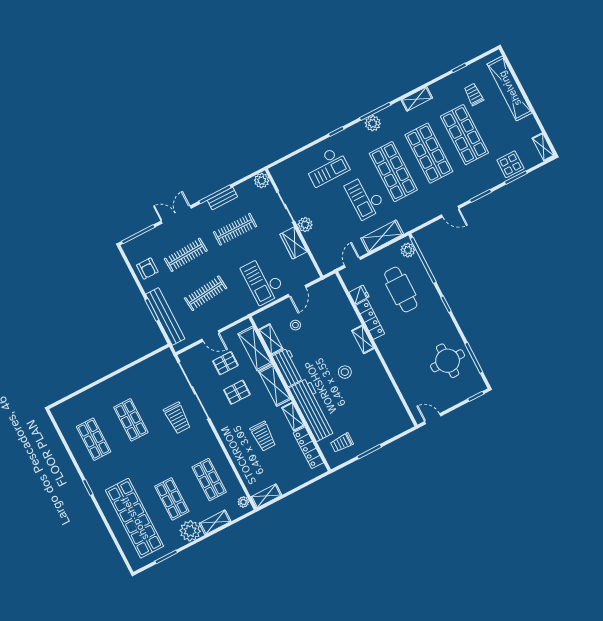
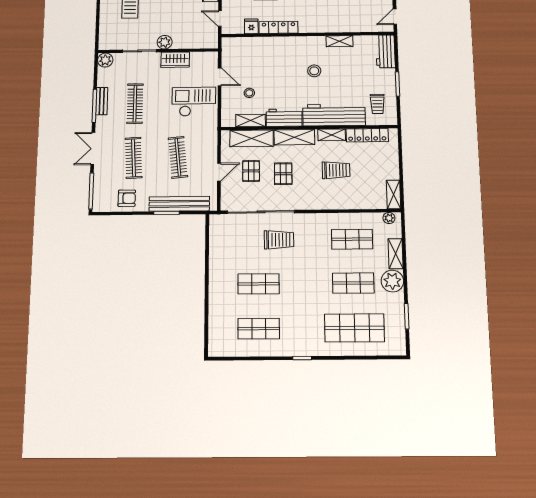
checkout: (263, 280) -> (194, 102), turned 180
shelving: (363, 339) -> (339, 41), moved
workbench: (395, 426) -> (386, 51), added
shop shelf: (135, 518) -> (354, 328), width x0.71

